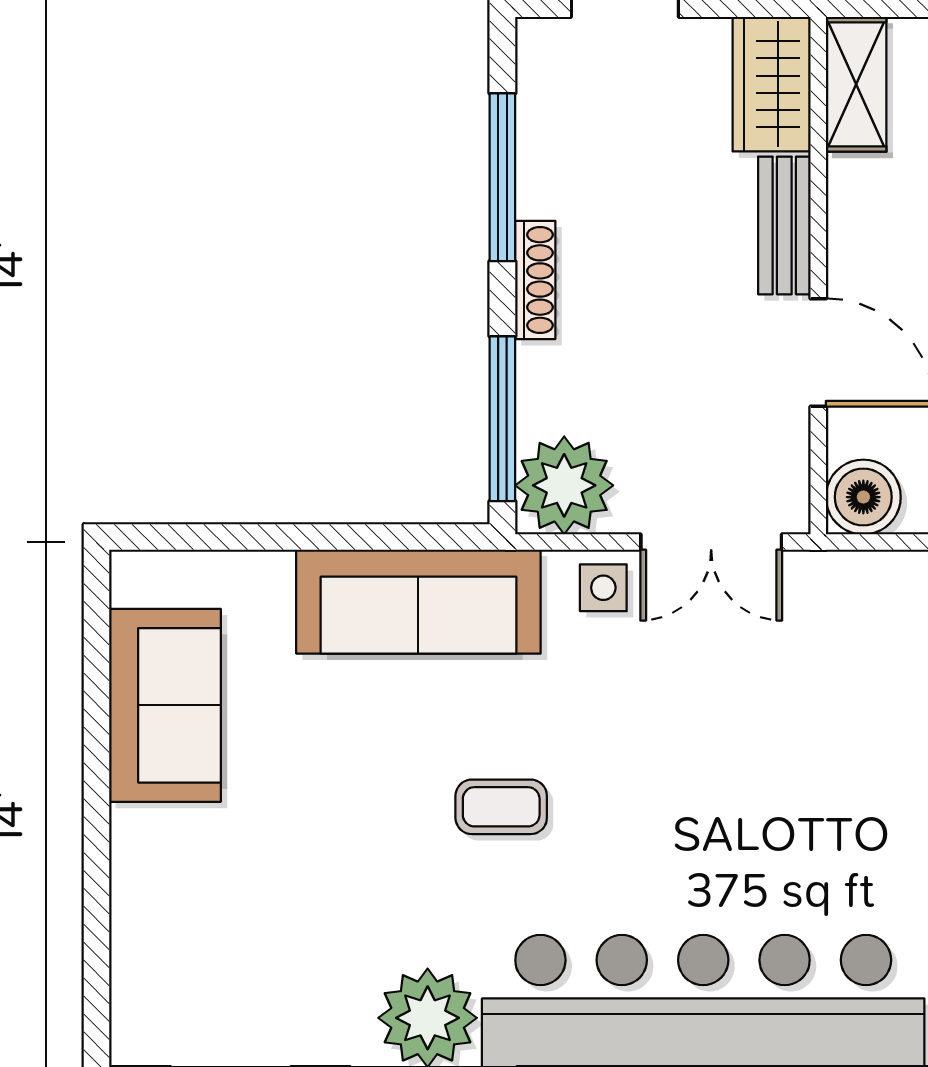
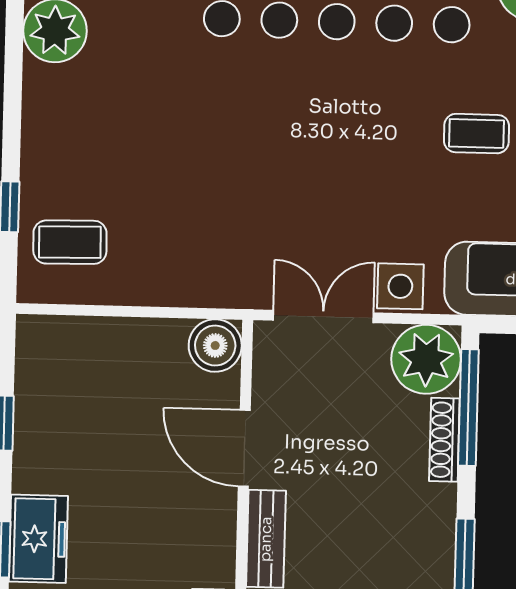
shoe rack: (535, 280) -> (444, 440), moved
side table: (603, 588) -> (400, 286), width x1.37, depth x1.37

